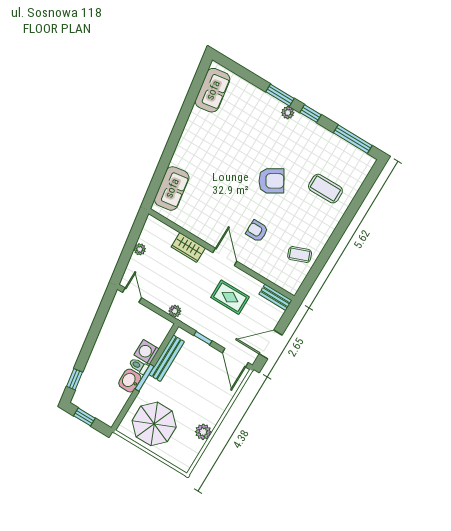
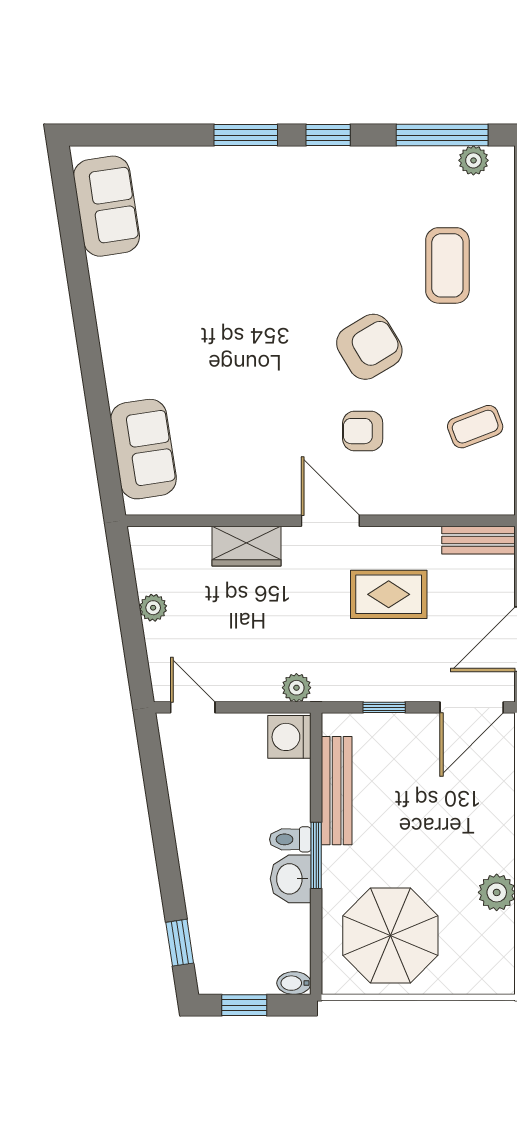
plant: (288, 113) -> (473, 160), moved
armchair: (271, 181) -> (369, 347), moved
coffee table: (325, 189) -> (447, 265), turned 90
washing machine: (147, 352) -> (289, 737), moved
door: (235, 358) -> (472, 707), hinge flipped
bidet: (108, 420) -> (294, 983), added

